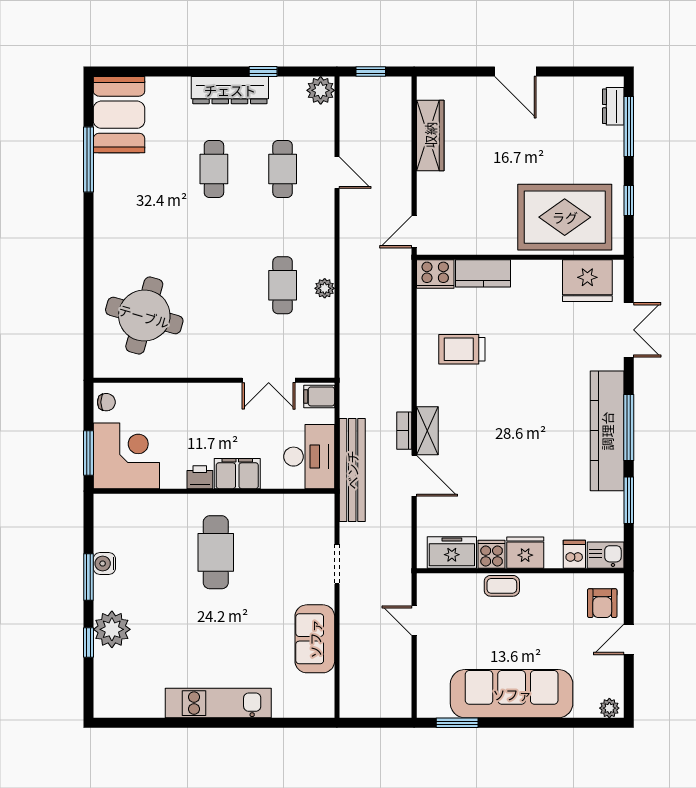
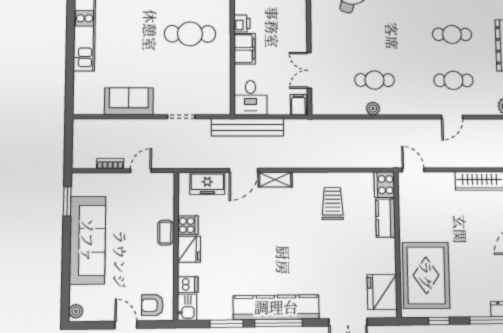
bookcase: (404, 431) -> (110, 164), moved
desk: (309, 457) -> (251, 98), width x0.73
freezer: (452, 552) -> (207, 183), moved, turned 90

